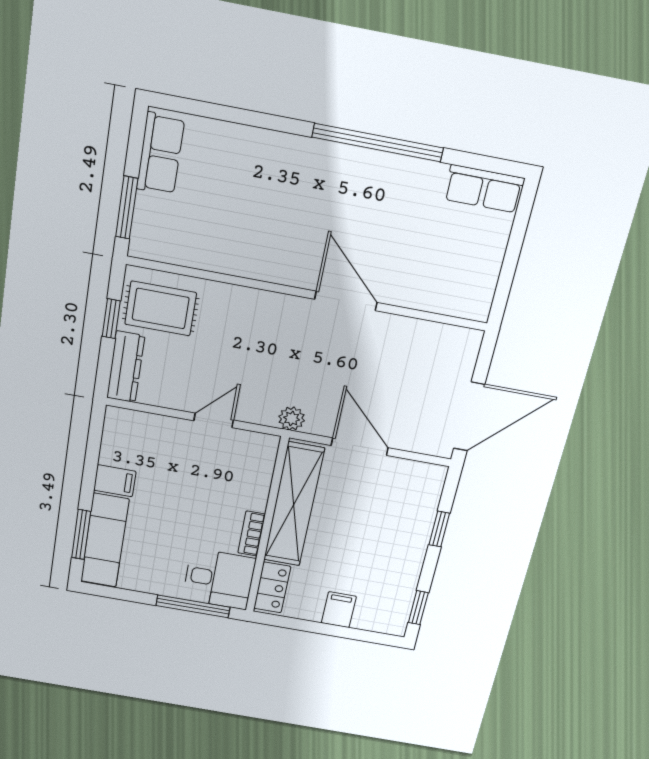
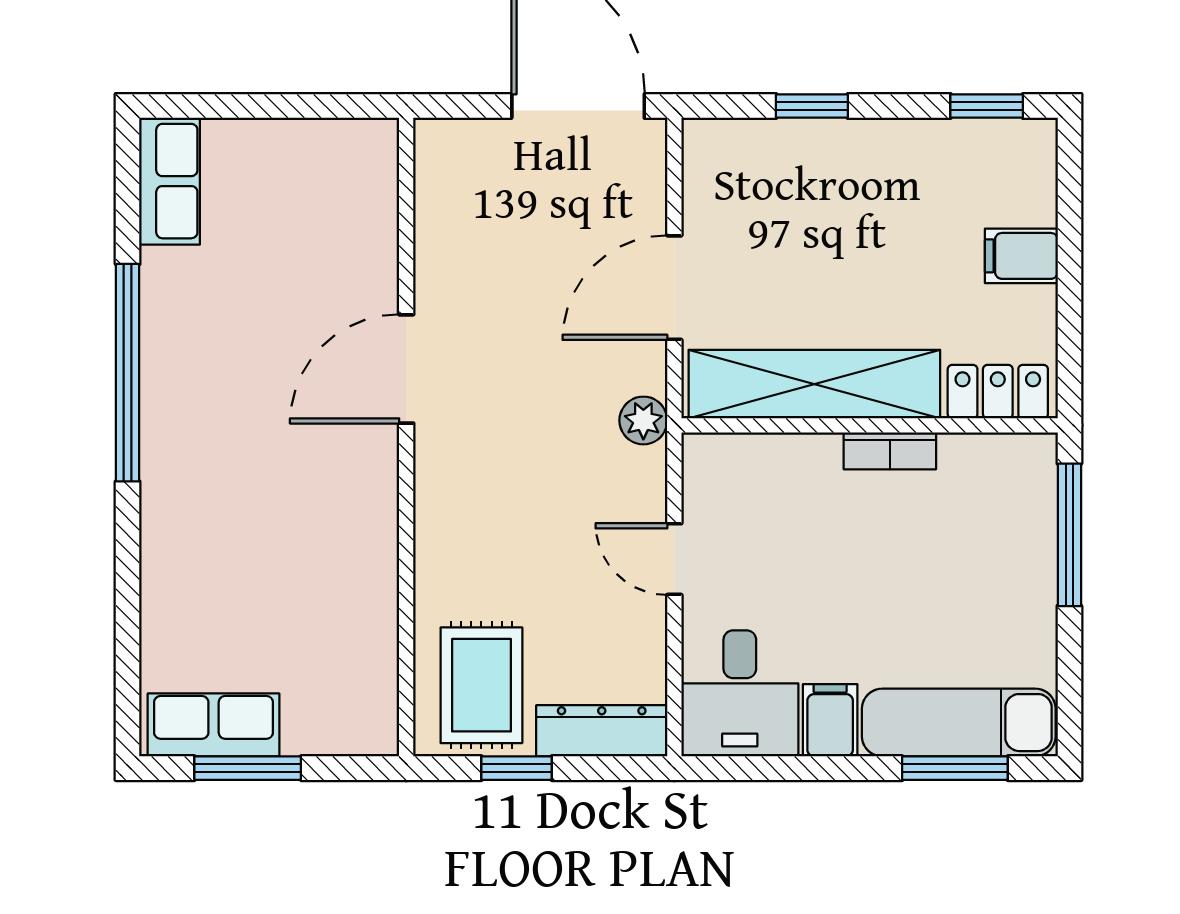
window: (127, 208) -> (248, 768), moved
desk: (219, 579) -> (740, 693), moved, turned 180

